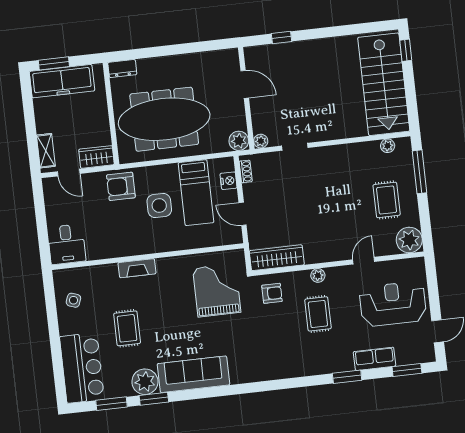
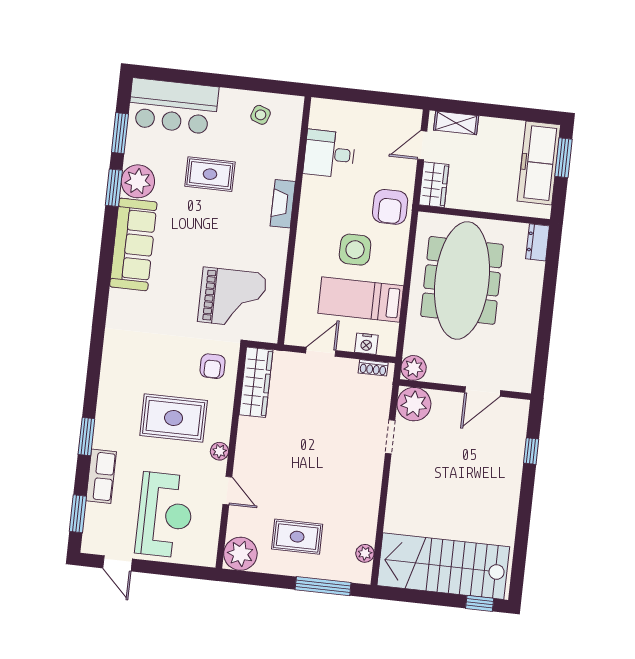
plant: (261, 141) -> (414, 404), width x1.87, depth x1.87
armchair: (121, 186) -> (390, 207), turned 180
desk: (67, 244) -> (329, 154), moved
plant: (318, 275) -> (219, 451), moved
rug: (318, 314) -> (174, 418), width x1.36, depth x1.43

